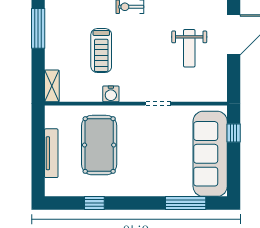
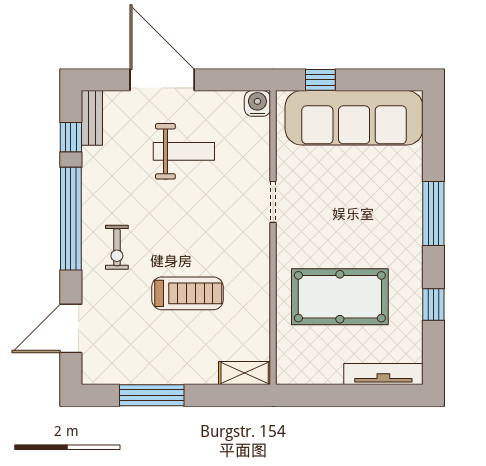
water cooler: (111, 94) -> (257, 103), moved, turned -90
tv unit: (51, 153) -> (383, 374), moved
window: (186, 203) -> (433, 213), moved

